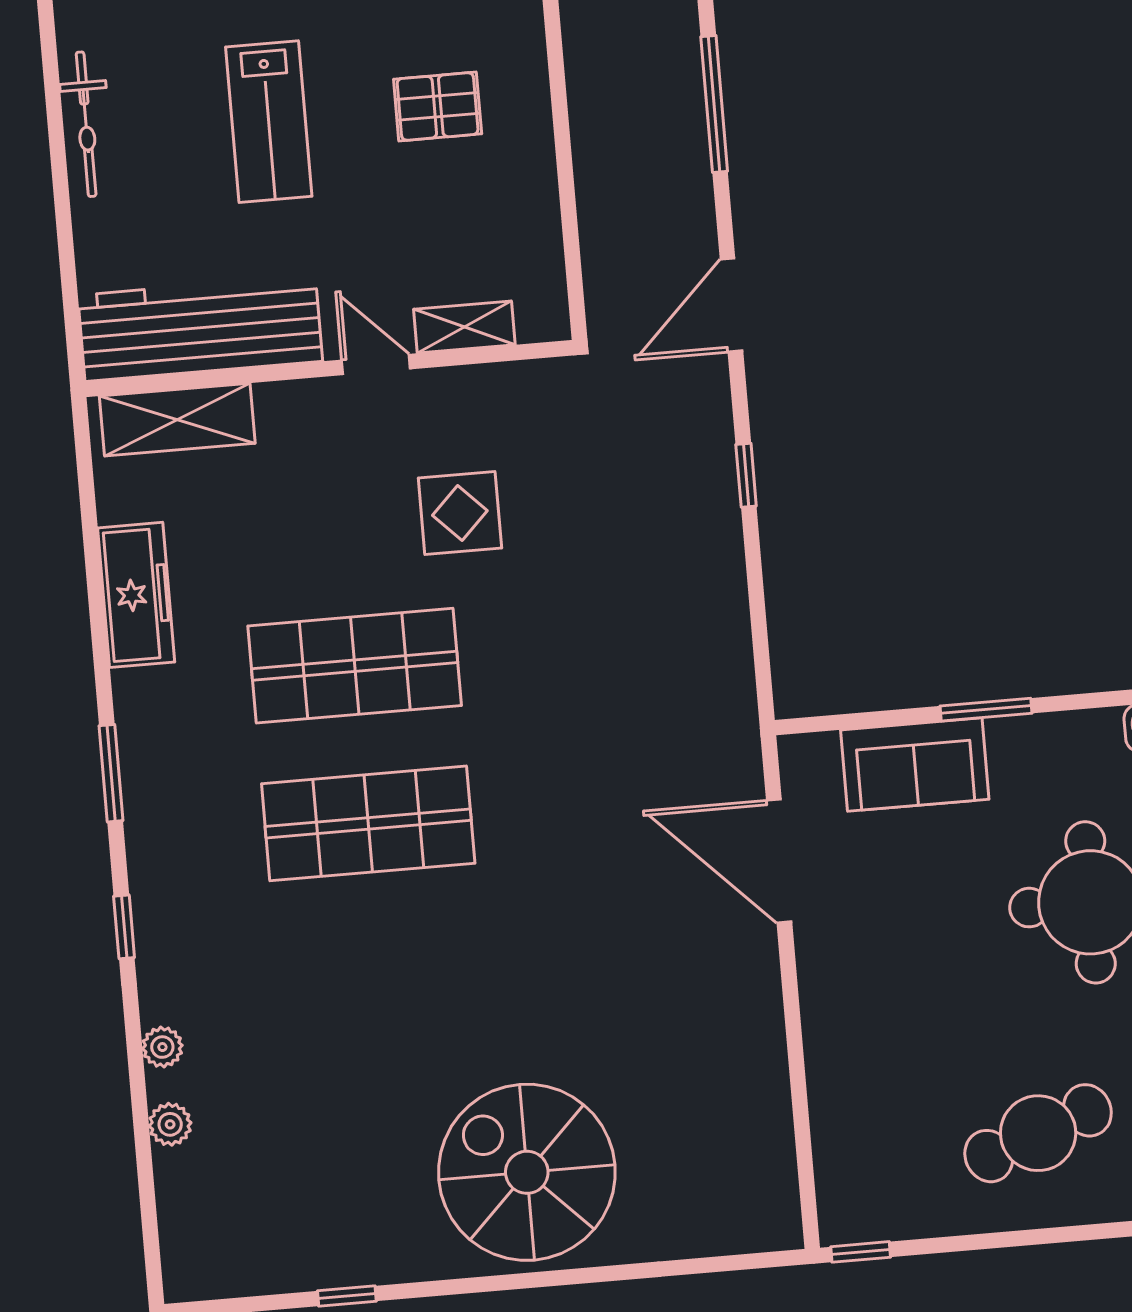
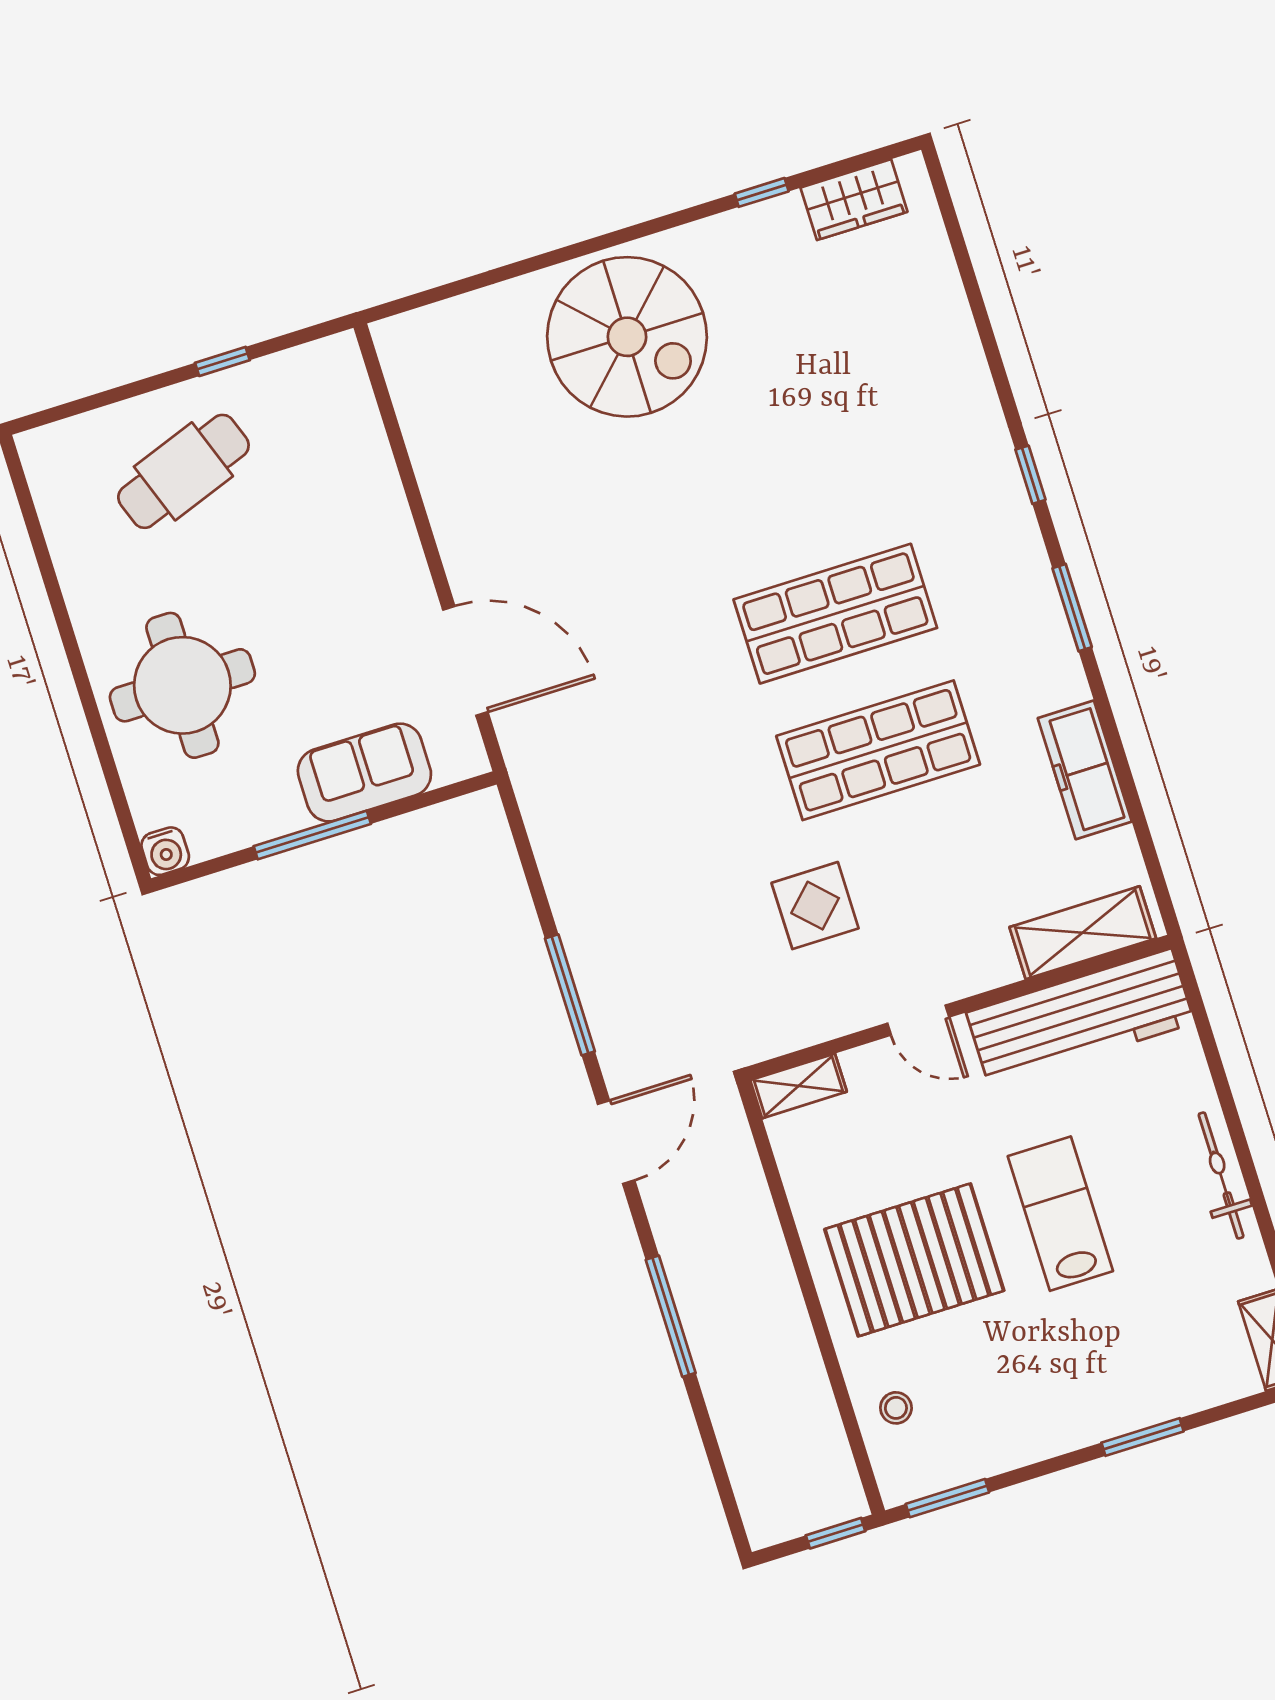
pallet: (438, 107) -> (914, 1260), width x2.05, depth x2.00
shelving: (464, 327) -> (798, 1086), moved
window: (746, 475) -> (570, 995), width x2.17
window: (986, 710) -> (312, 835), width x1.44
plant: (162, 1047) -> (973, 376), removed
plant: (170, 1124) -> (951, 309), removed
window: (861, 1252) -> (222, 361), moved
wardrobe: (249, 1266) -> (854, 200), added

